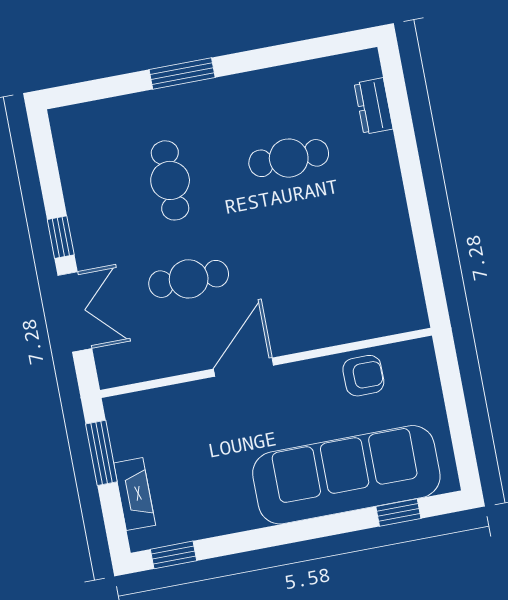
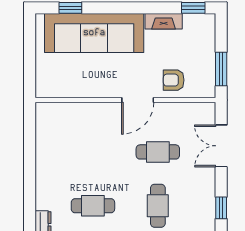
window: (61, 237) -> (221, 208), moved
armchair: (363, 376) -> (174, 80), moved
fireplace: (135, 494) -> (164, 21), moved, turned -90

